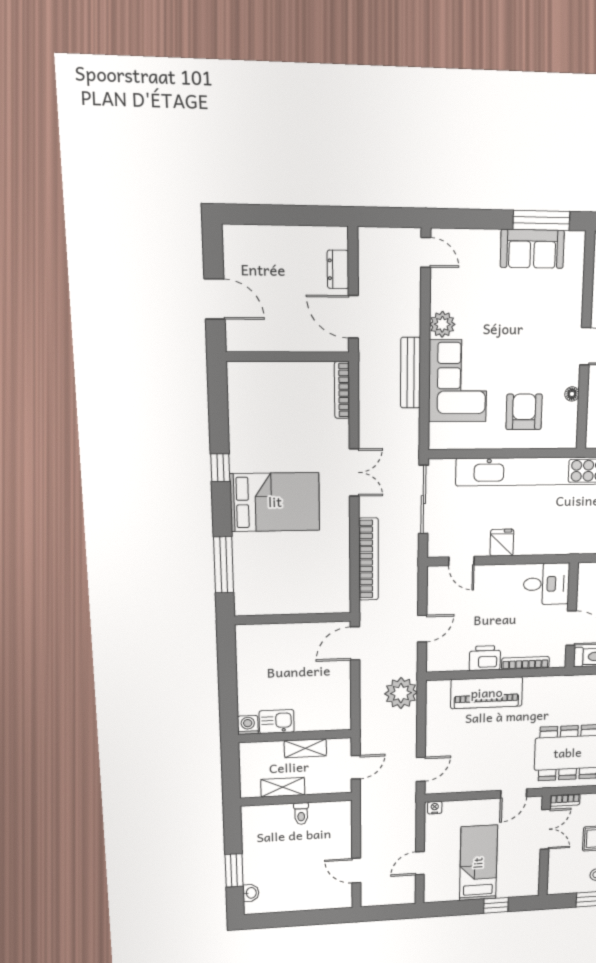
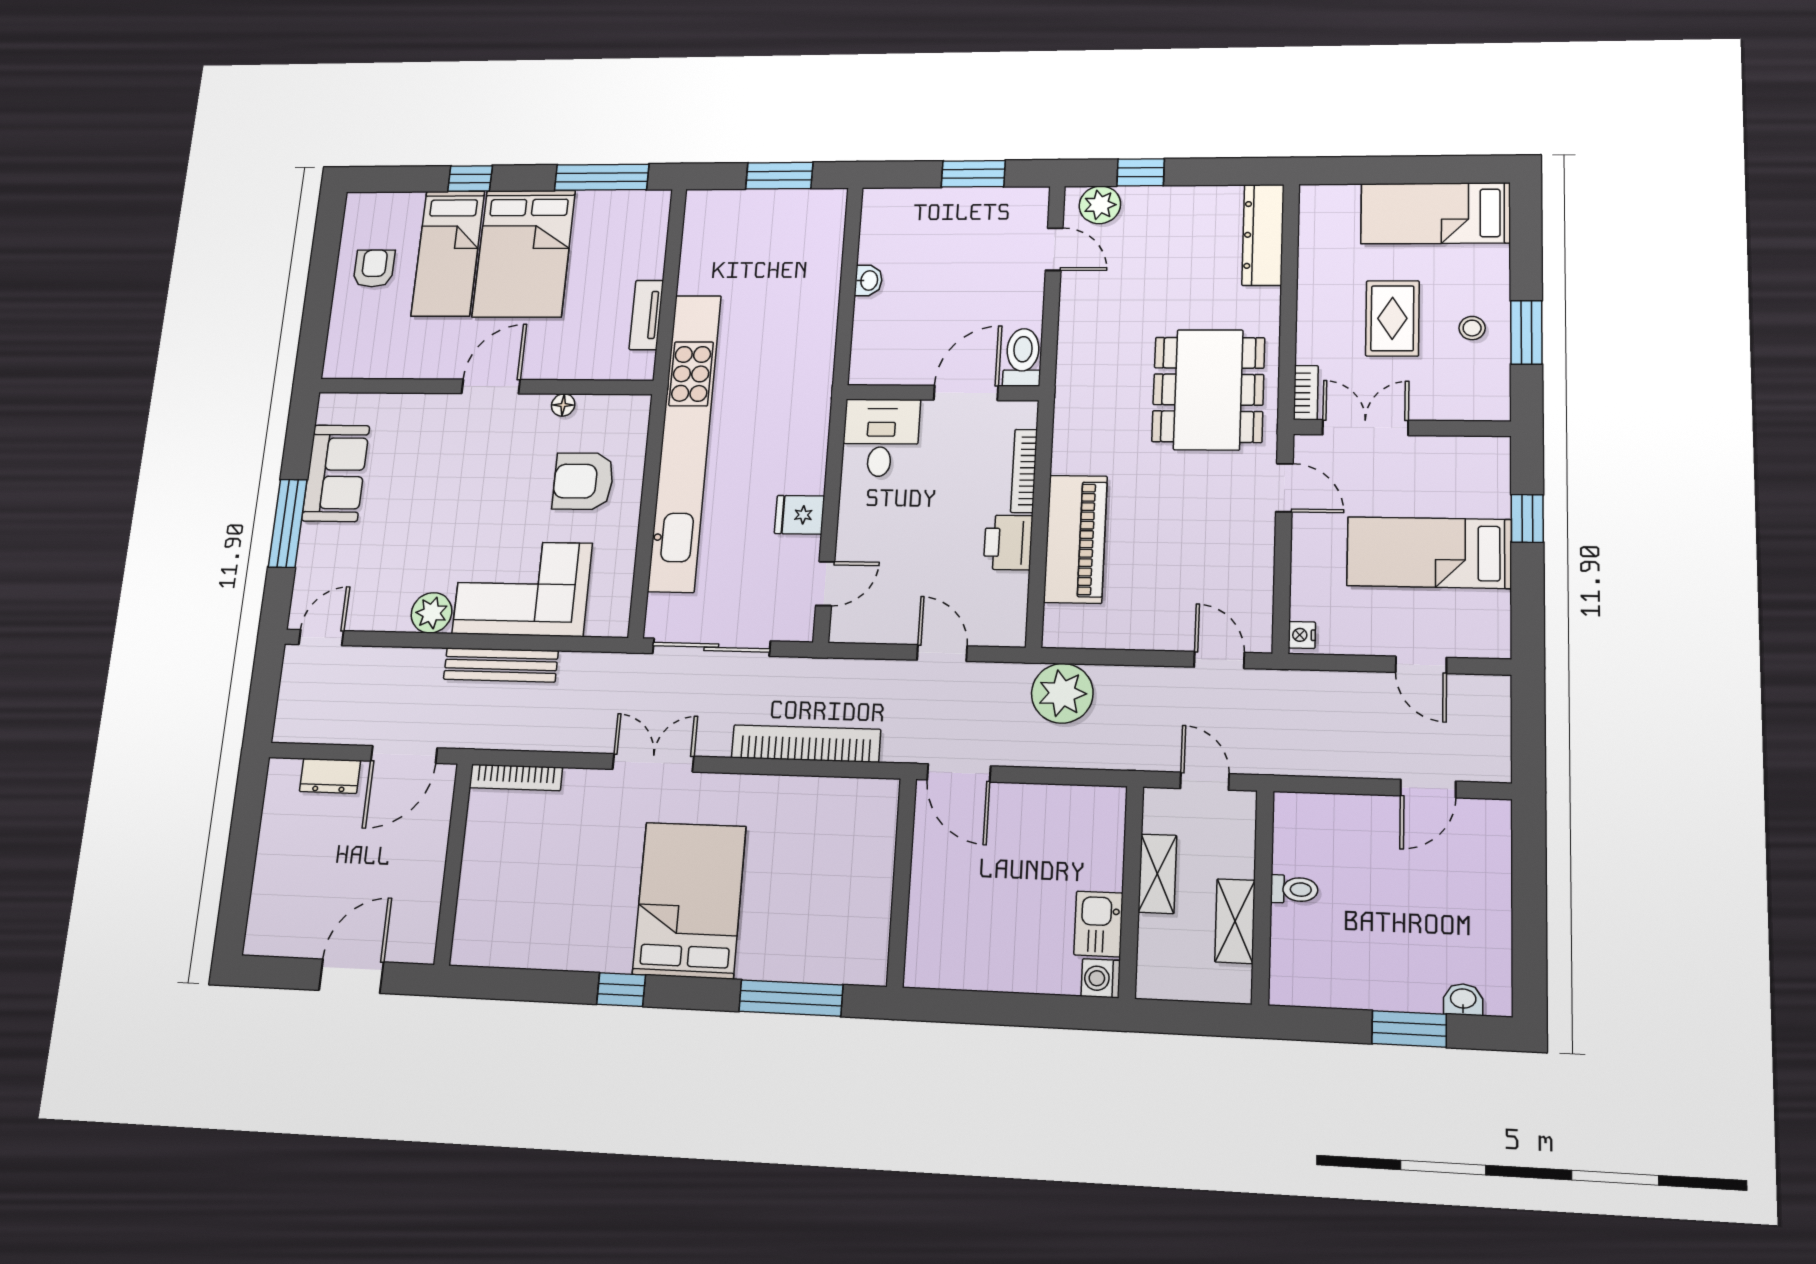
window: (541, 220) -> (288, 523), moved

